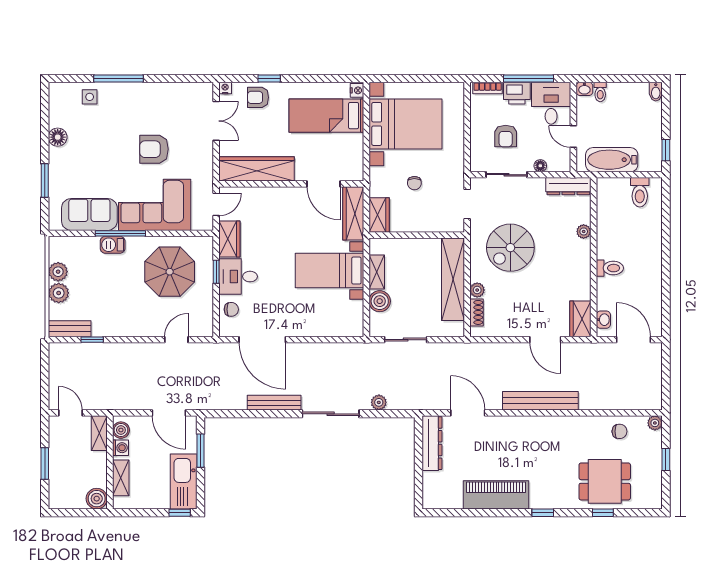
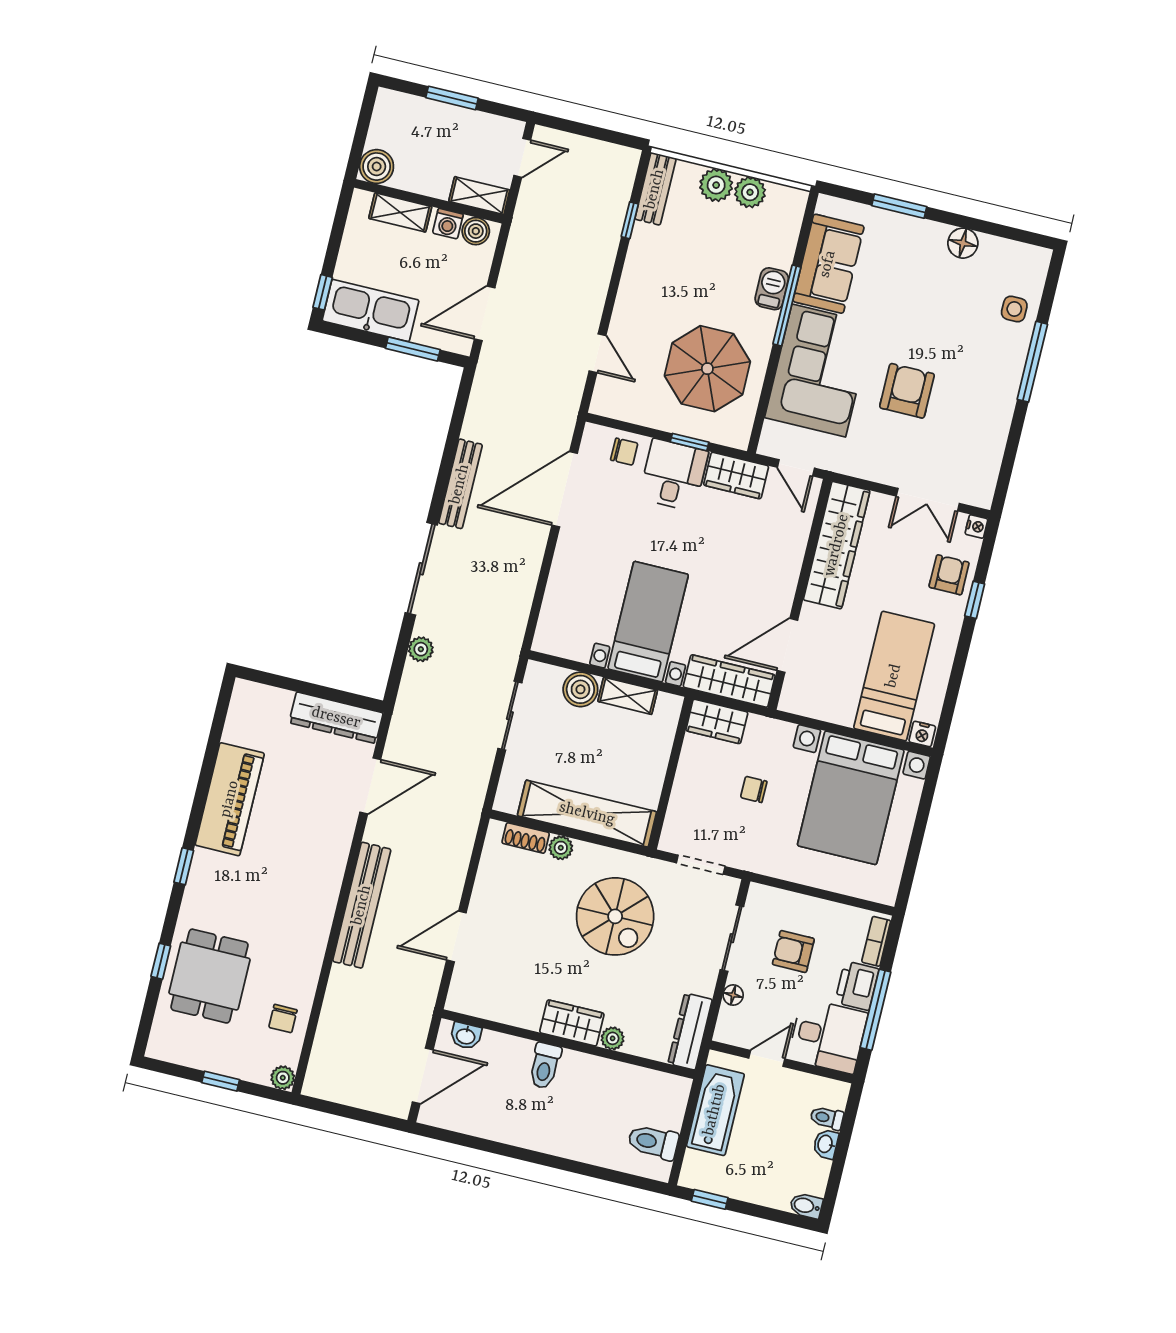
washbasin: (584, 89) -> (826, 1144), moved
spiral stairs: (510, 248) -> (615, 916), turned 180
chair: (231, 309) -> (624, 452), turned -90
wardrobe: (580, 319) -> (572, 1023), moved

